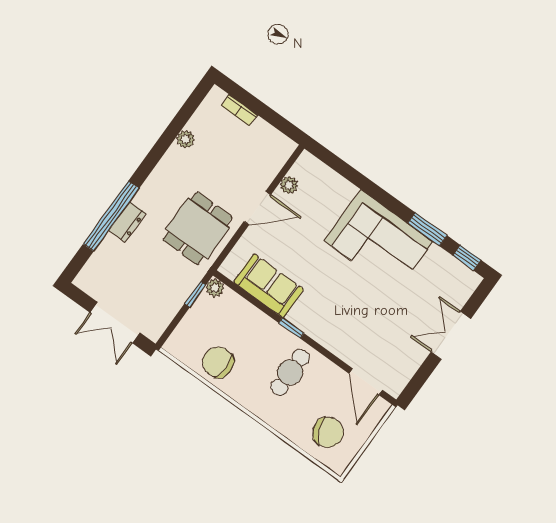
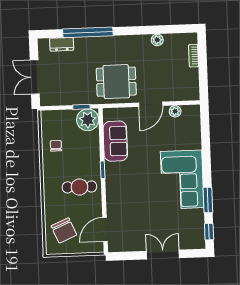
door: (257, 208) -> (151, 104), hinge flipped
dresser: (127, 222) -> (62, 44), moved
plant: (215, 288) -> (88, 120), width x1.87, depth x1.87
chair: (218, 362) -> (56, 146), width x0.54, depth x0.54

